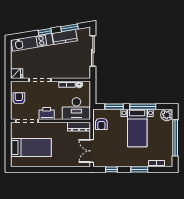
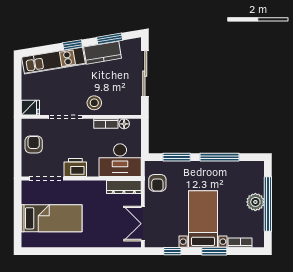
stool: (59, 70) -> (94, 103), added
plant: (167, 115) -> (255, 202), moved
bed with nightstands: (137, 128) -> (203, 219), moved, turned 180

